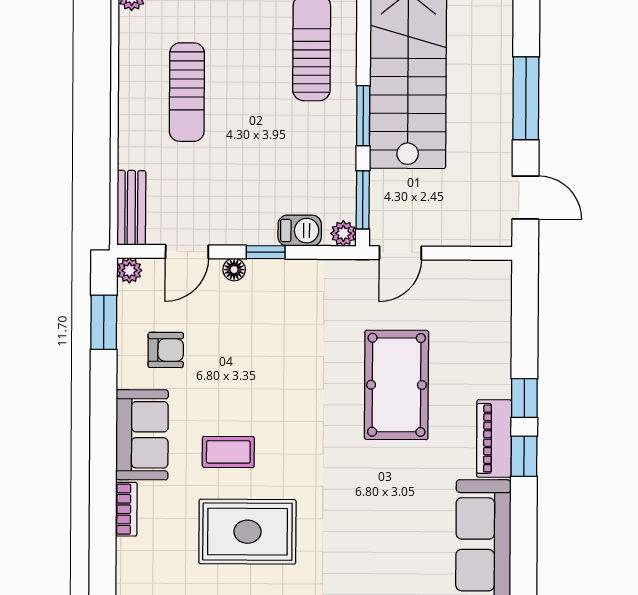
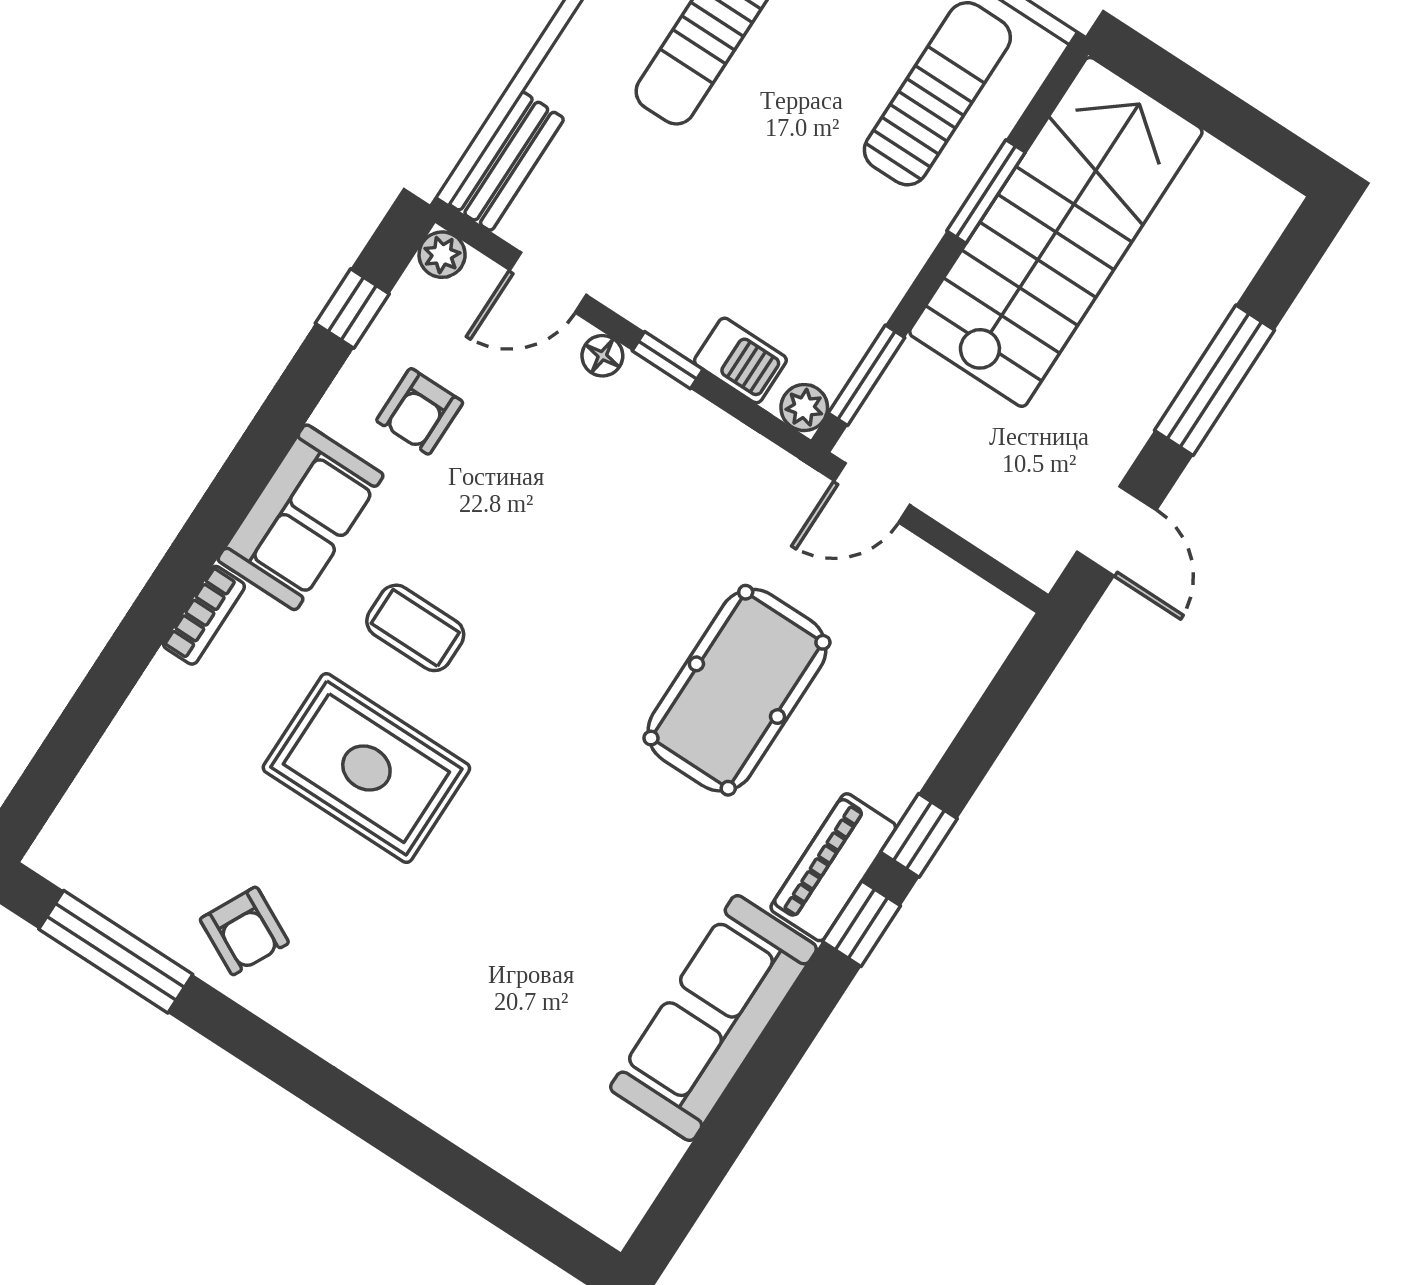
window: (363, 116) -> (986, 191), moved
window: (104, 322) -> (352, 309), width x0.67
armchair: (166, 350) -> (420, 411), turned 90

